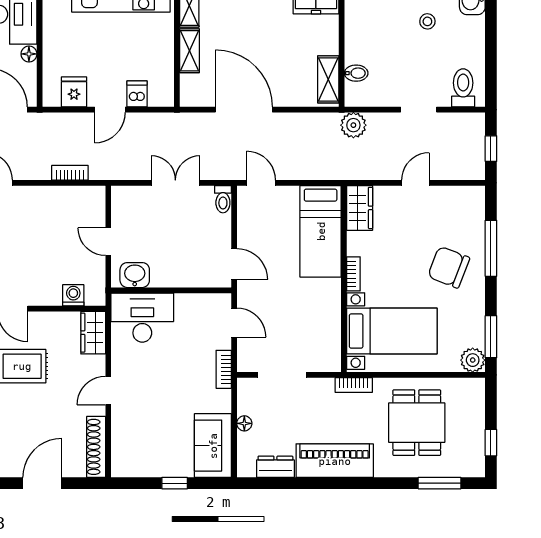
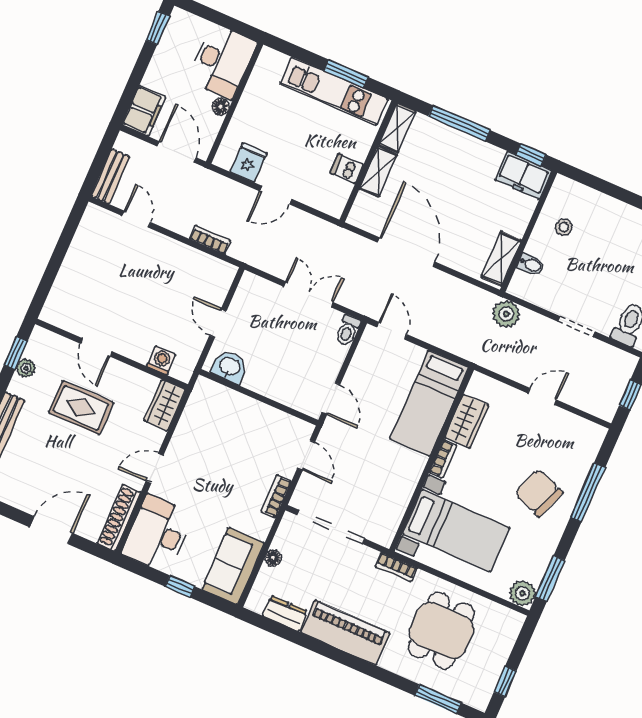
stool: (427, 21) -> (564, 227), moved
dishwasher: (137, 94) -> (347, 169), moved, turned -90
wardrobe: (360, 208) -> (467, 421), moved
desk: (142, 318) -> (158, 534), moved, turned -90
doorway: (282, 375) -> (331, 527), width x1.36

